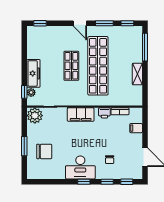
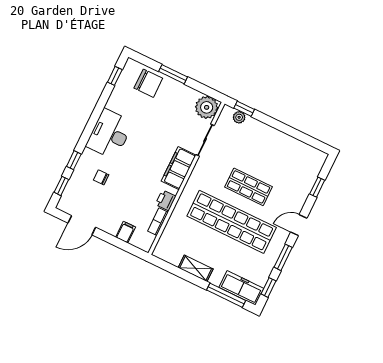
window: (40, 23) -> (317, 187), moved
freezer: (33, 73) -> (241, 288), moved, turned 180
chair: (44, 151) -> (148, 83), moved, turned -90
window: (84, 182) -> (115, 76), moved

